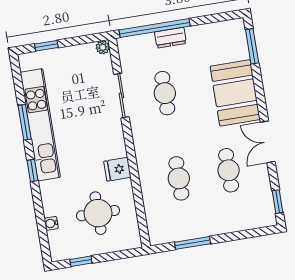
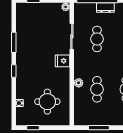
kitchen unit: (40, 125) -> (22, 45), removed
fridge: (117, 169) -> (63, 61), moved
plant: (146, 173) -> (79, 83), added

